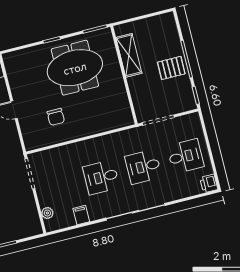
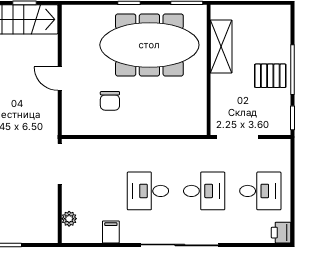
meeting table: (75, 68) -> (149, 45), width x1.36
desk: (143, 167) -> (204, 191), turned 180

